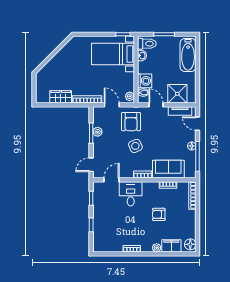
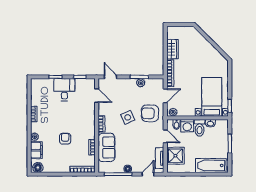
toilet: (147, 44) -> (200, 128), moved
door: (156, 105) -> (165, 136), hinge flipped
desk: (131, 194) -> (64, 90), moved, turned -90

